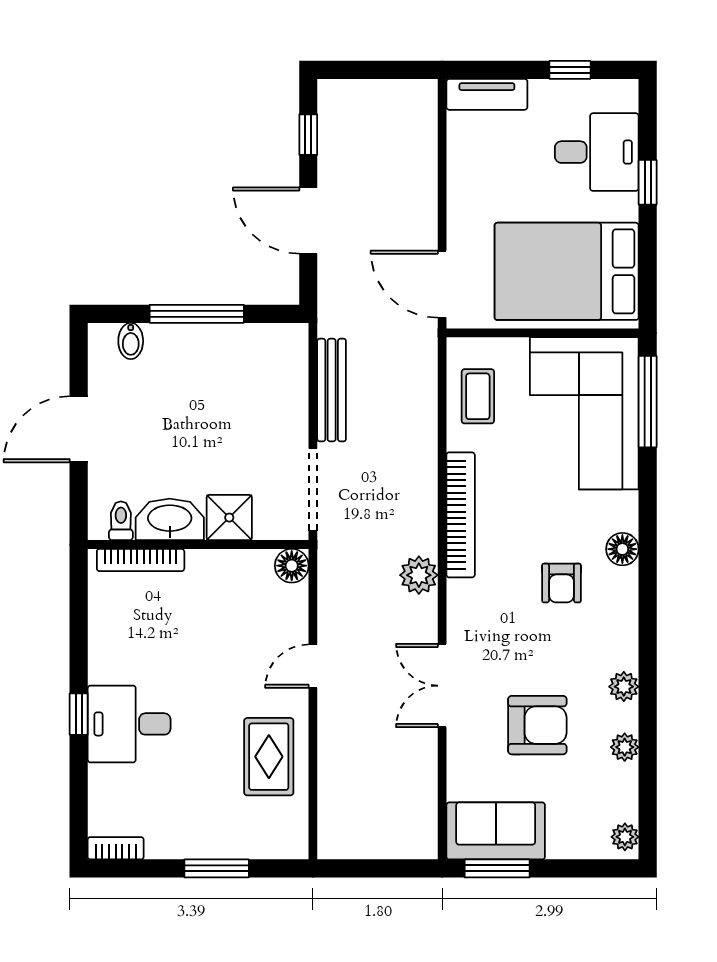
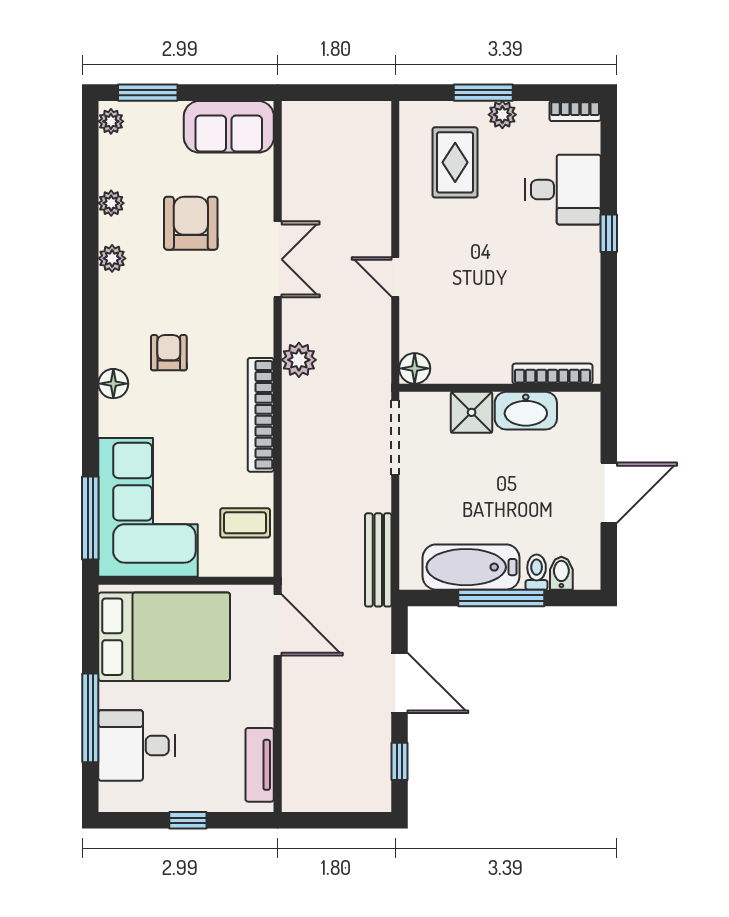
window: (570, 70) -> (188, 820), moved
tv unit: (487, 94) -> (260, 765), moved, turned -90
window: (648, 182) -> (90, 718), width x2.17
bathtub: (230, 348) -> (471, 567), added
bench: (332, 390) -> (378, 560), moved
coffee table: (478, 396) -> (245, 523), turned 90
toilet: (121, 521) -> (537, 572), moved, turned 180
door: (313, 666) -> (395, 277), swing flipped
desk: (129, 724) -> (563, 190), moved
armchair: (537, 725) -> (191, 223), turned 90
rug: (269, 757) -> (455, 162), moved
plant: (196, 844) -> (502, 115), added
window: (497, 868) -> (148, 93), moved

